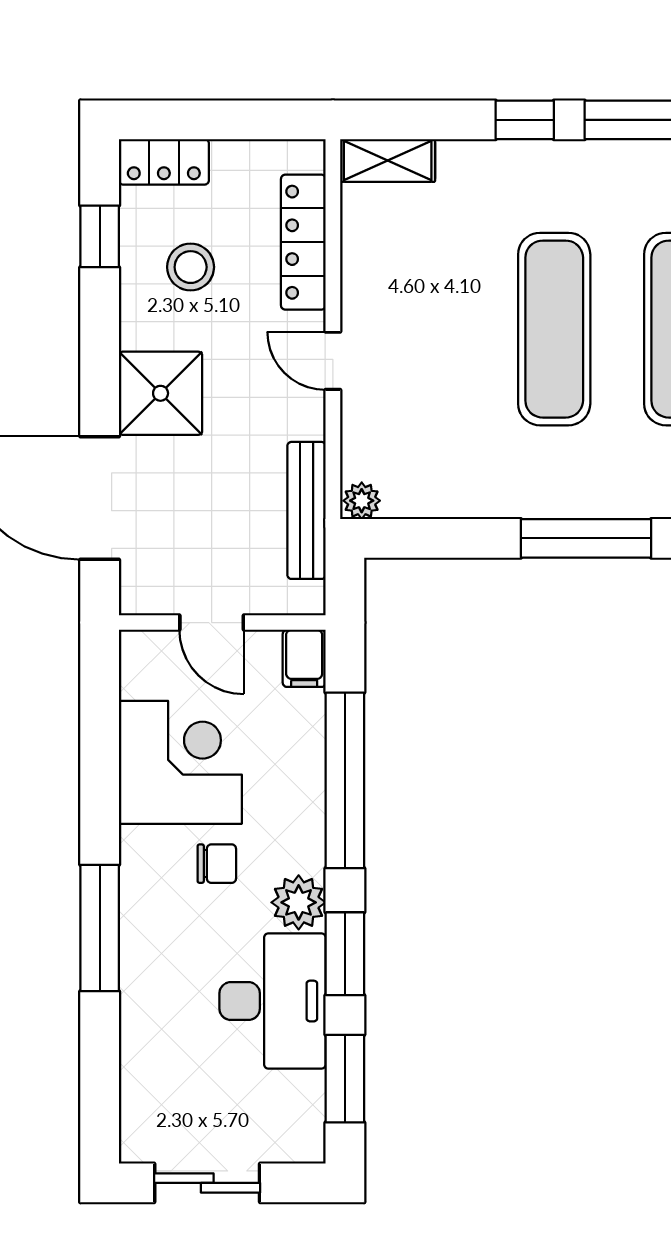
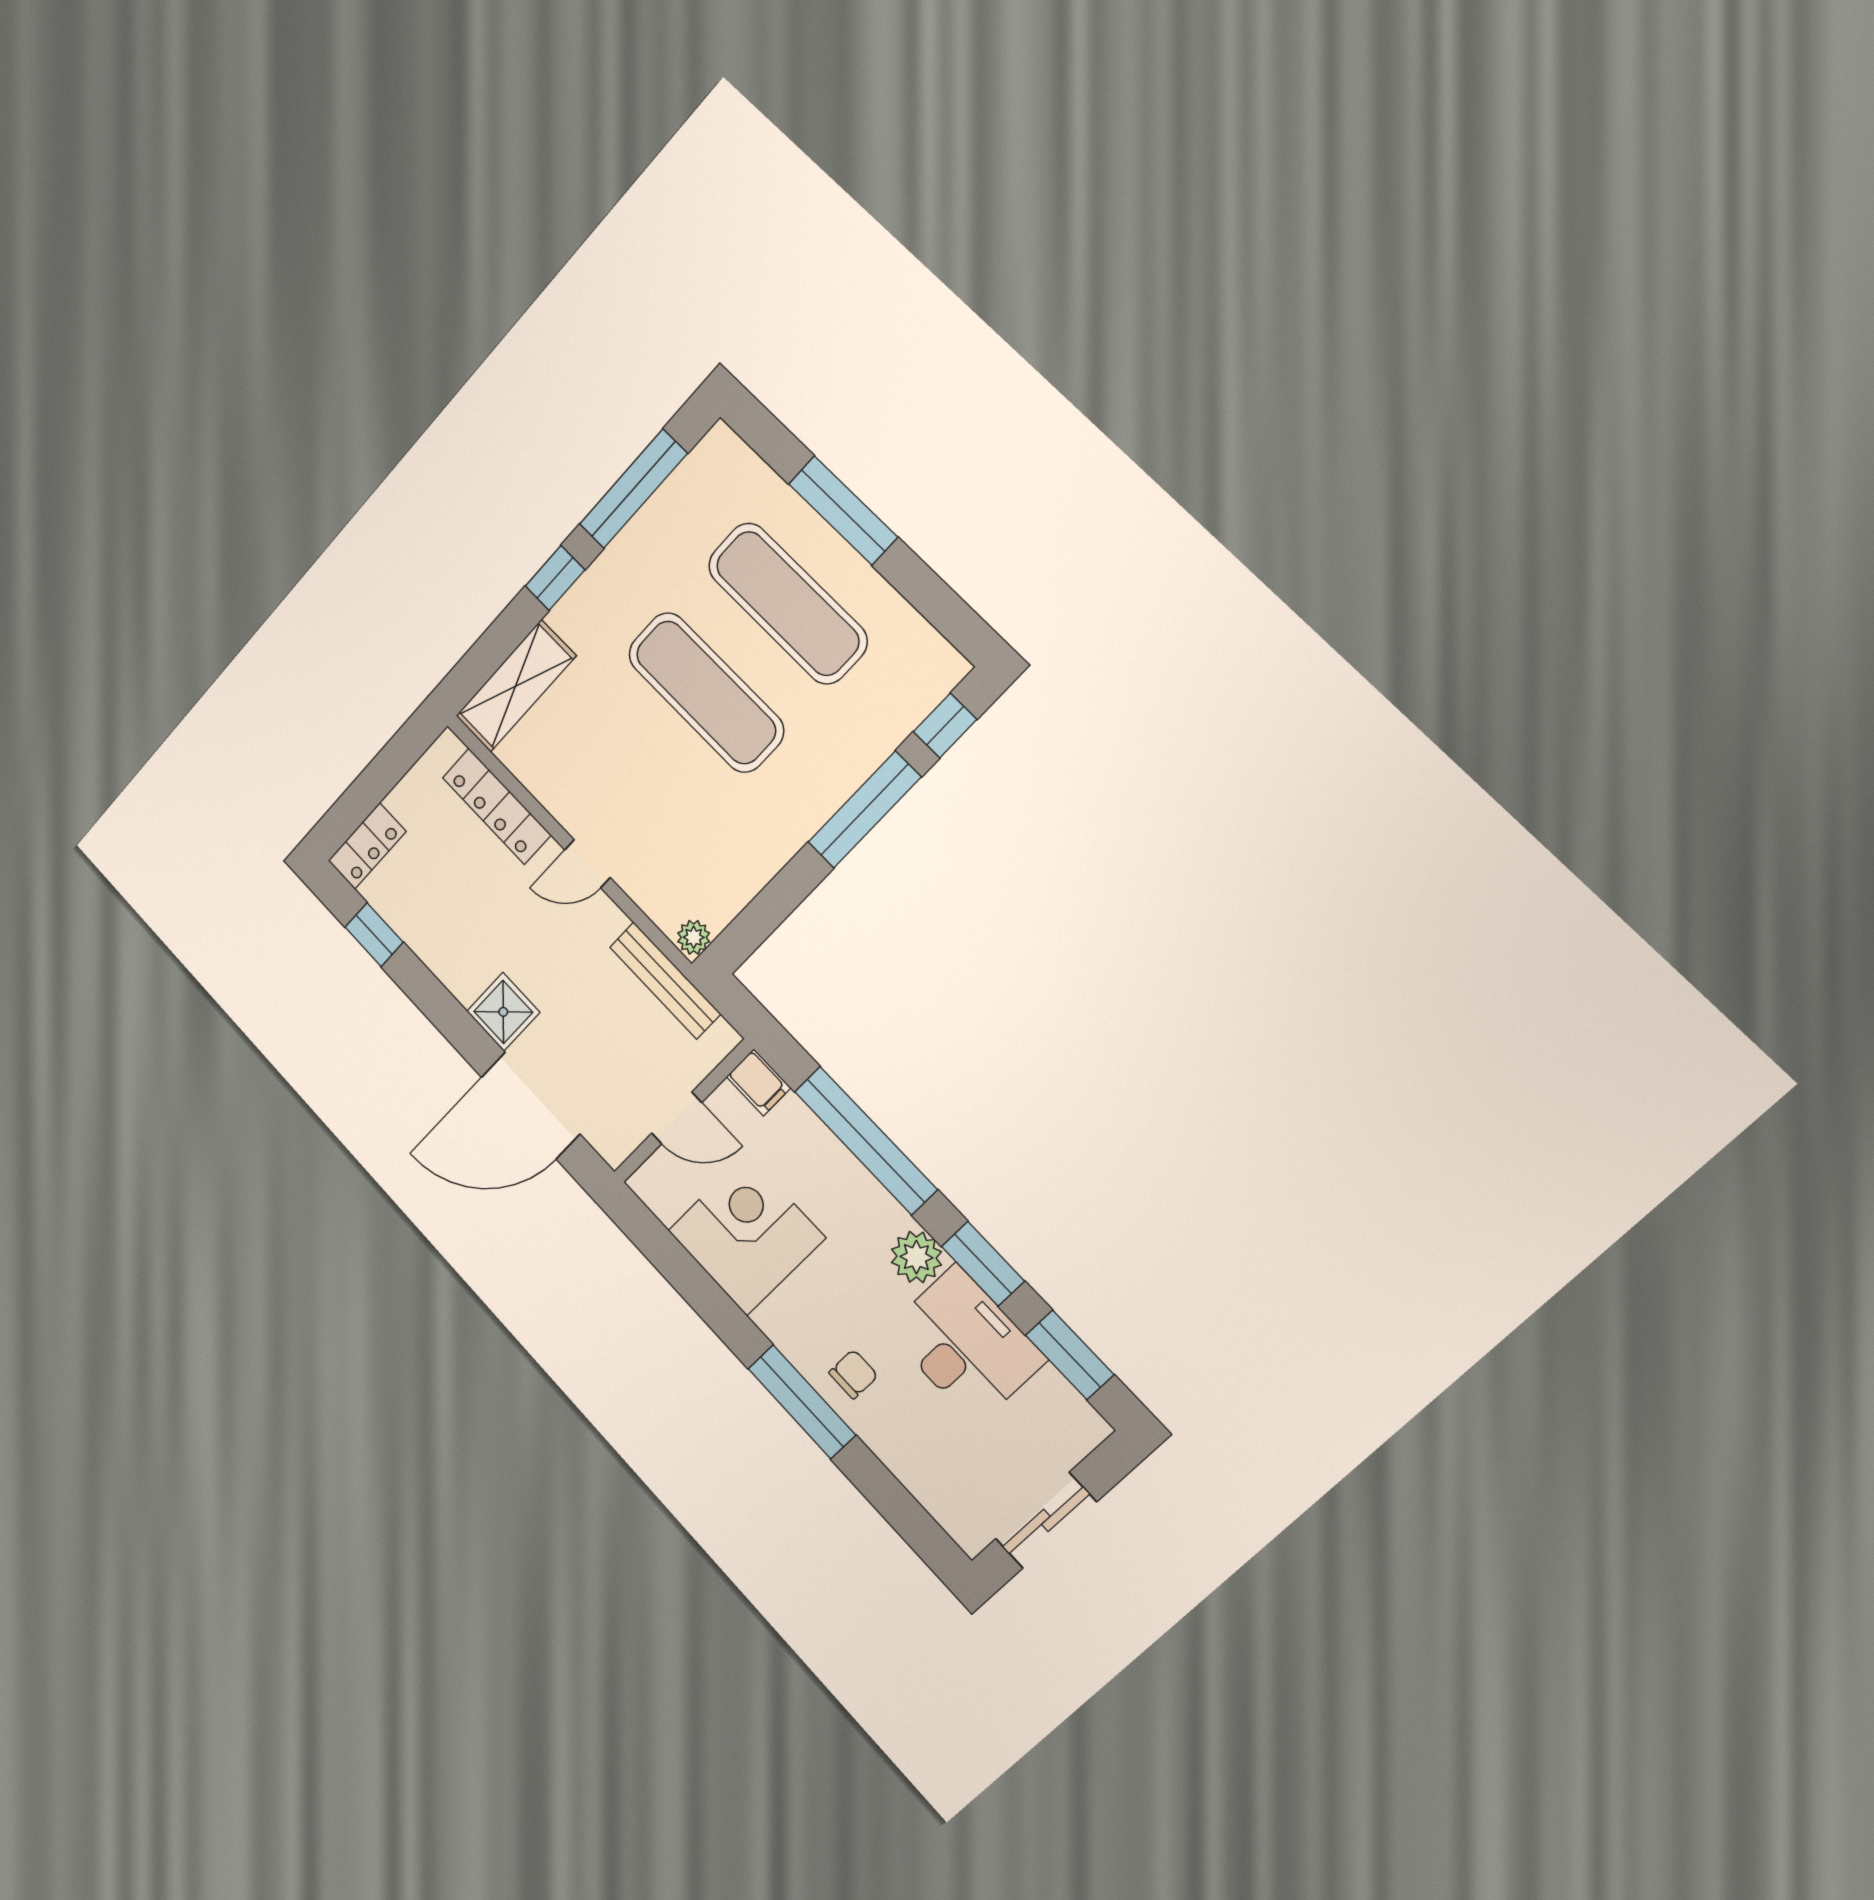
shelving: (388, 160) -> (516, 686), width x1.50, depth x1.33
stool: (191, 267) -> (445, 896), removed
shower: (161, 393) -> (503, 1012), width x0.73, depth x0.73
chair: (217, 864) -> (853, 1374), moved

